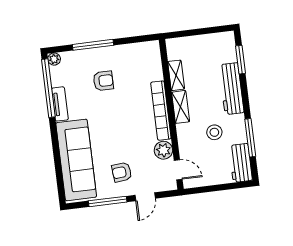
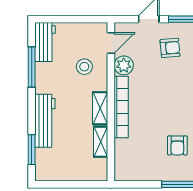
armchair: (103, 81) -> (177, 145), turned -90
stool: (214, 132) -> (84, 67), moved
door: (178, 170) -> (111, 43), swing flipped

